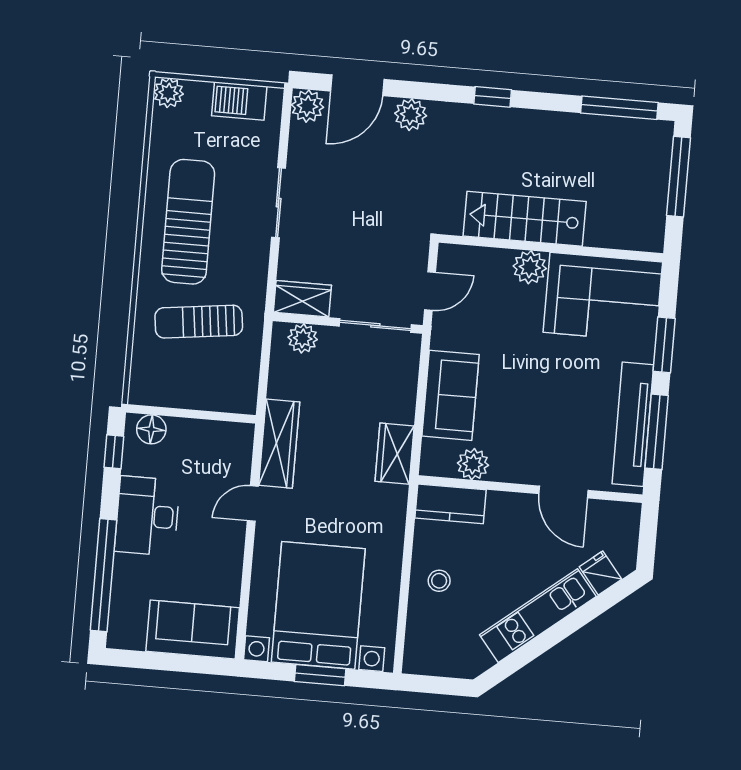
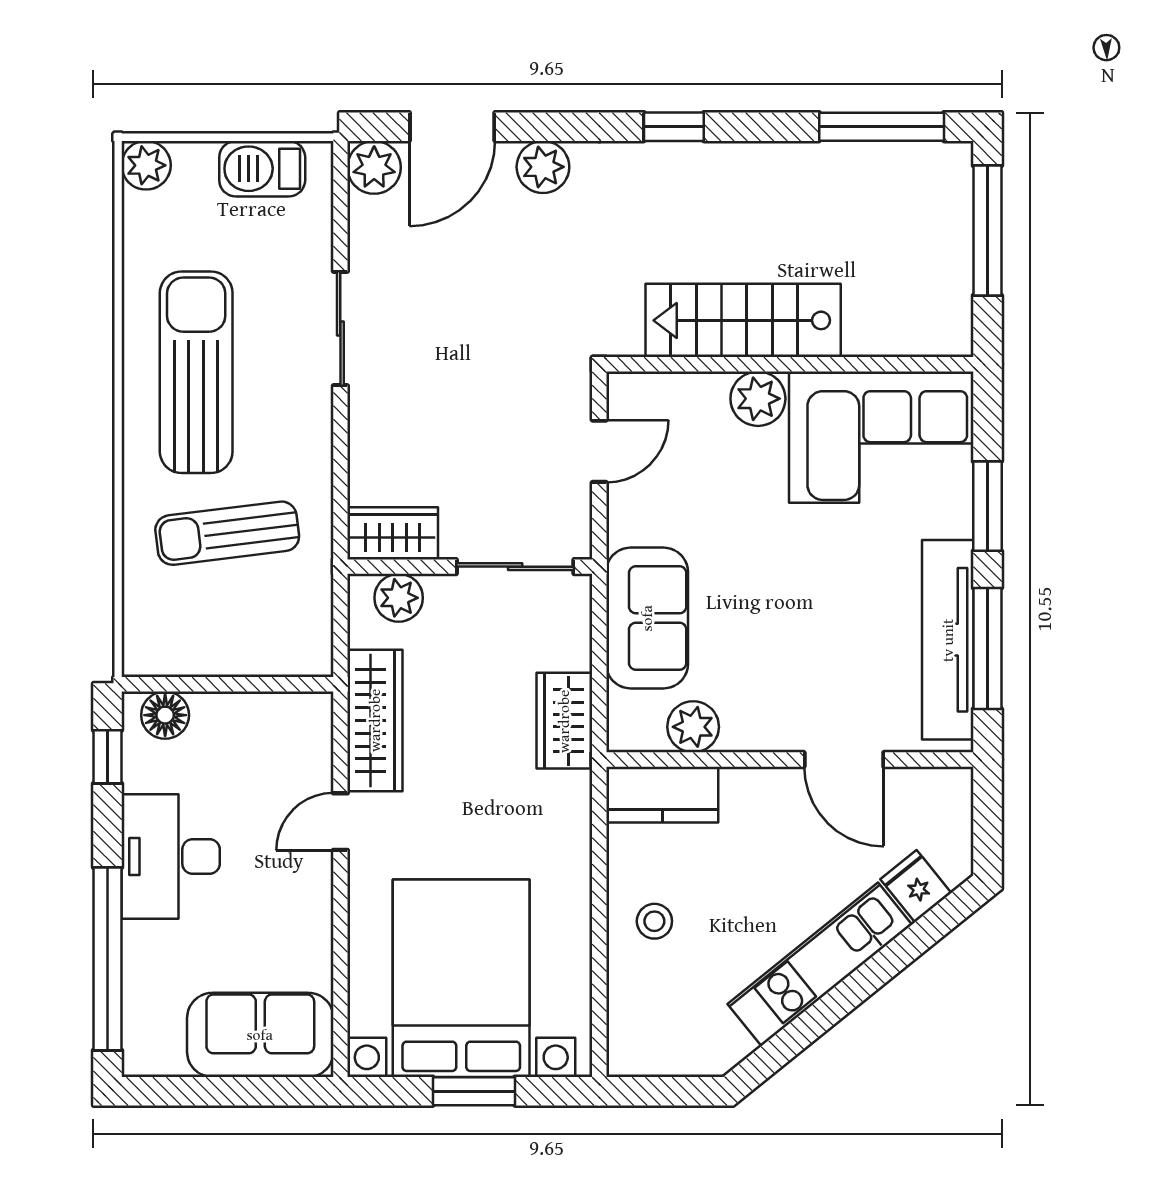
wardrobe: (302, 299) -> (393, 533), moved
wall: (348, 323) -> (470, 567), moved
sliding door: (375, 325) -> (515, 567), moved
plant: (303, 338) -> (399, 598), moved

